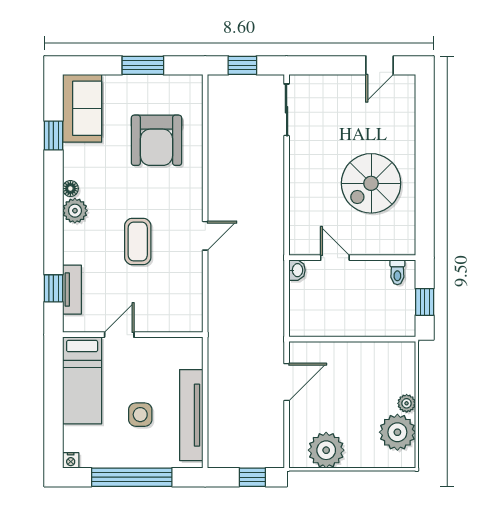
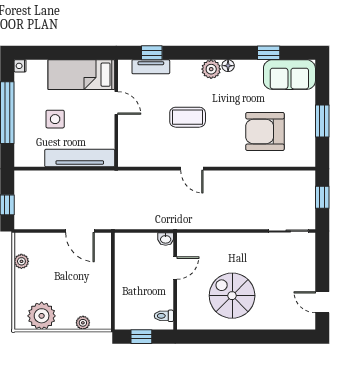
plant: (407, 403) -> (83, 323), moved
tv unit: (191, 415) -> (80, 158), moved
plant: (326, 450) -> (21, 261), width x0.53, depth x0.53

